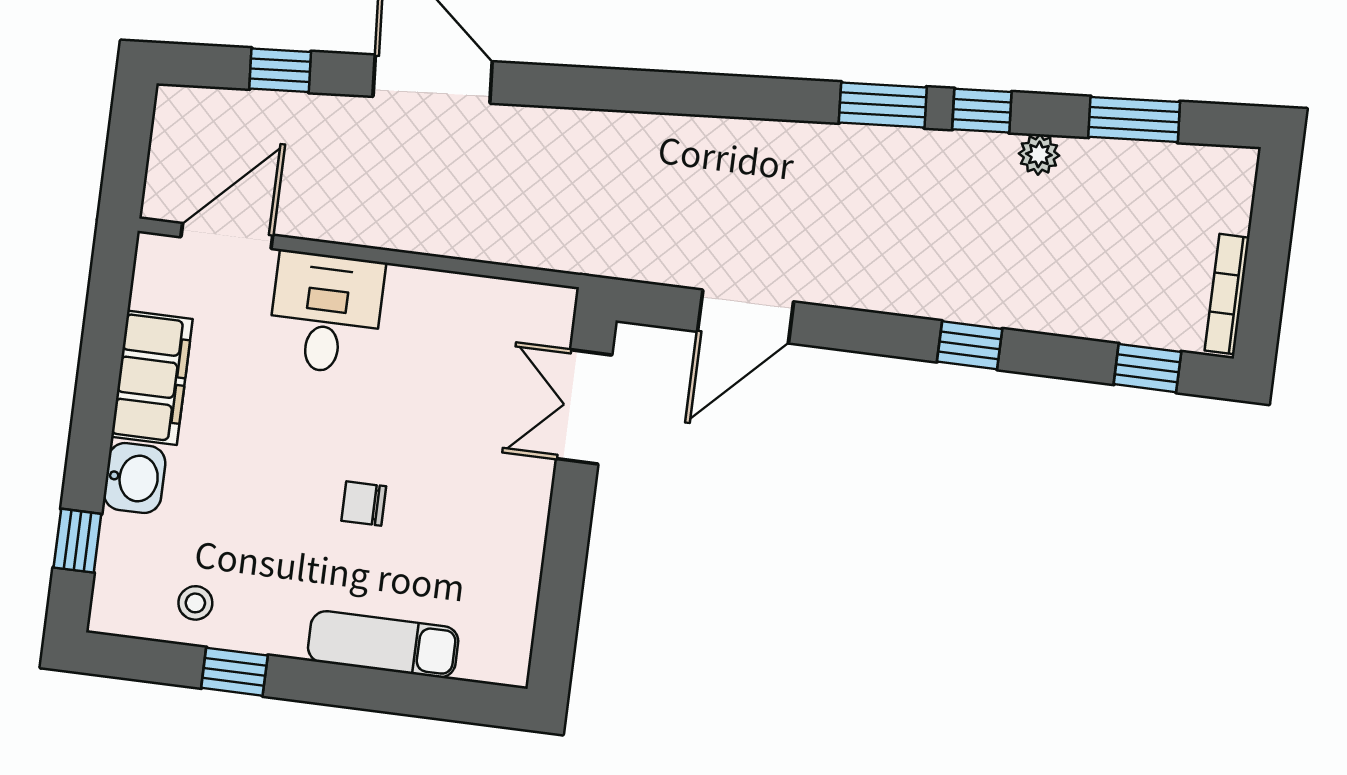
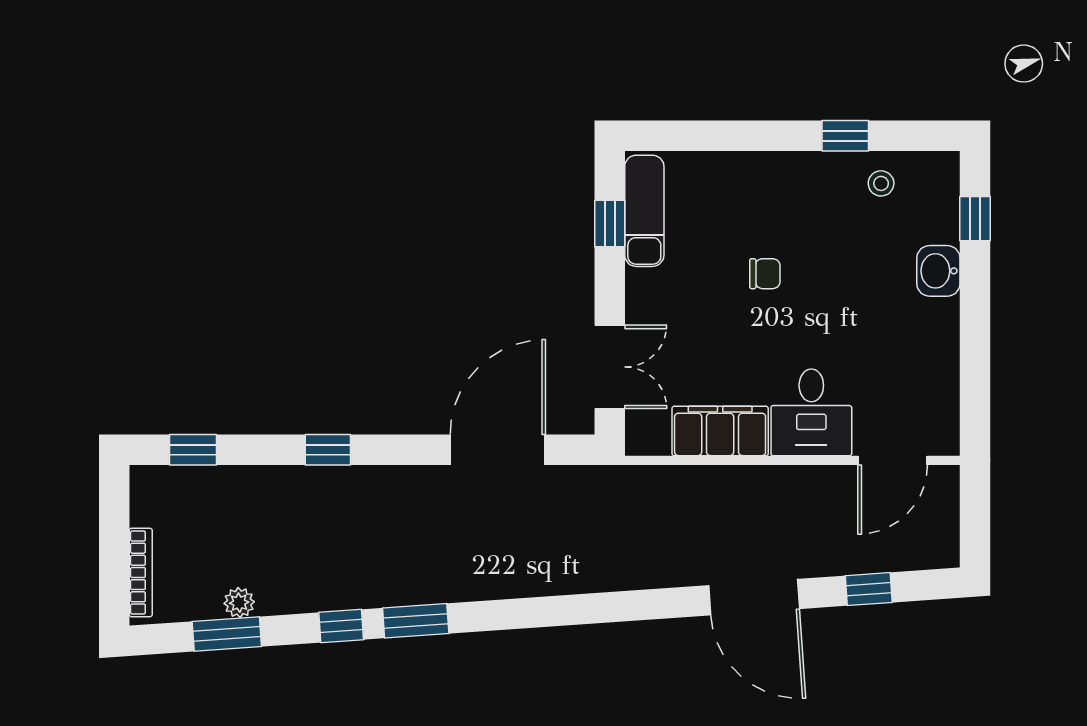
plant: (1039, 154) -> (239, 603), moved
bookcase: (1227, 294) -> (141, 572), moved
door: (746, 317) -> (498, 450), width x1.36
filing cabinet: (152, 378) -> (720, 431), moved, turned 90
window: (560, 596) -> (610, 223), added
exam couch: (383, 644) -> (644, 211), moved, turned -90

